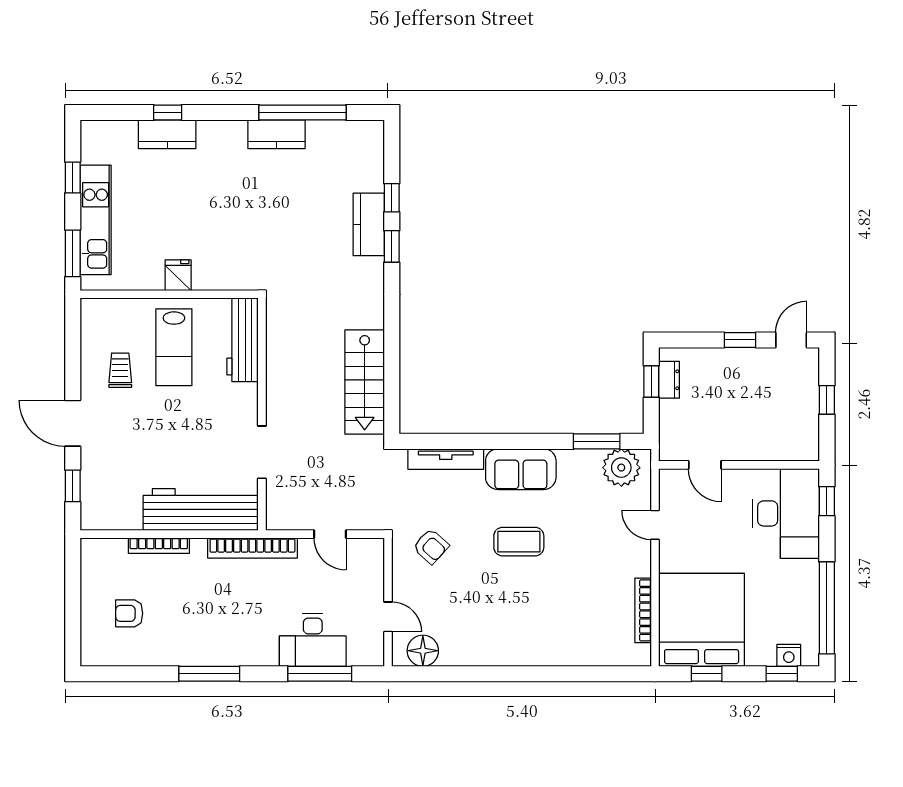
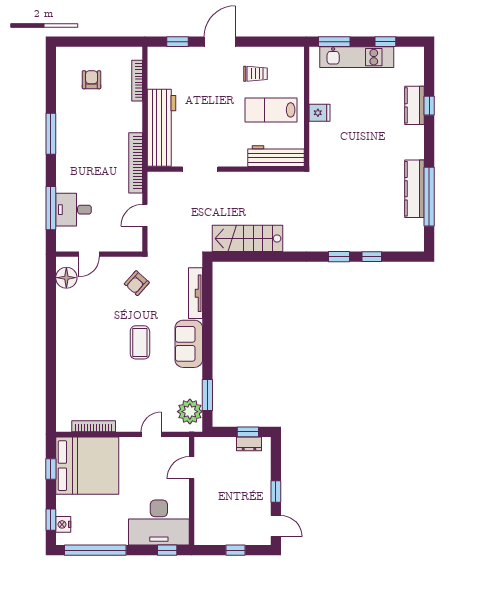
kitchen counter: (276, 134) -> (415, 189), width x1.50
kitchen counter: (369, 224) -> (354, 241), removed
bookcase: (159, 546) -> (137, 81), moved
desk: (313, 640) -> (73, 210), width x0.73

